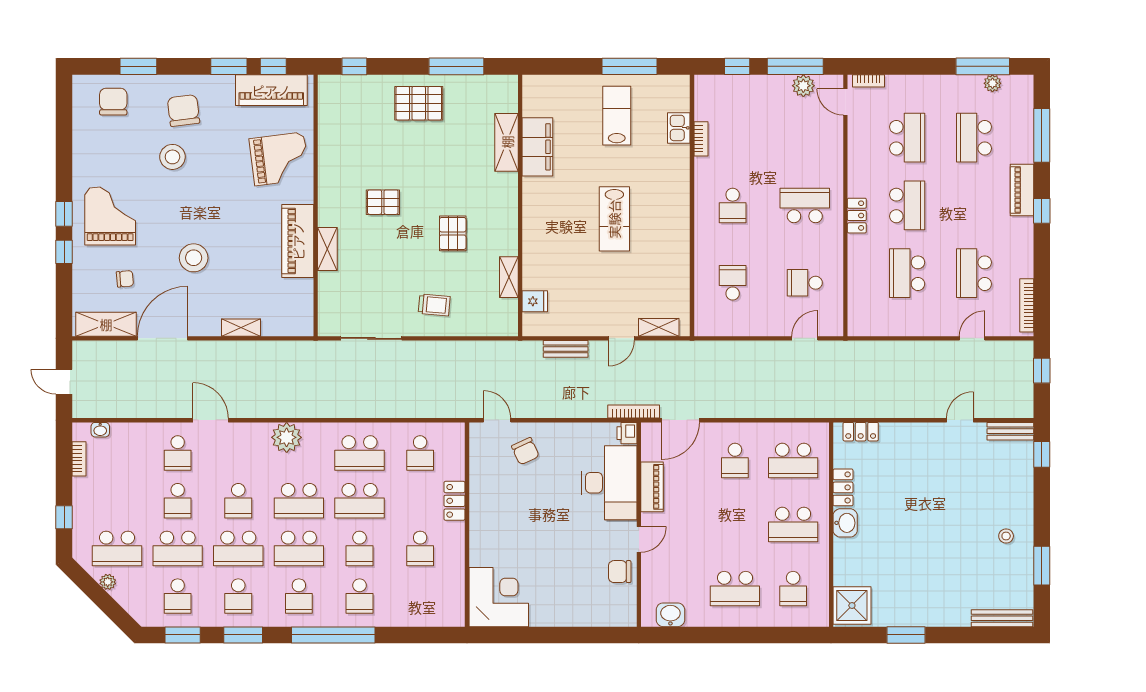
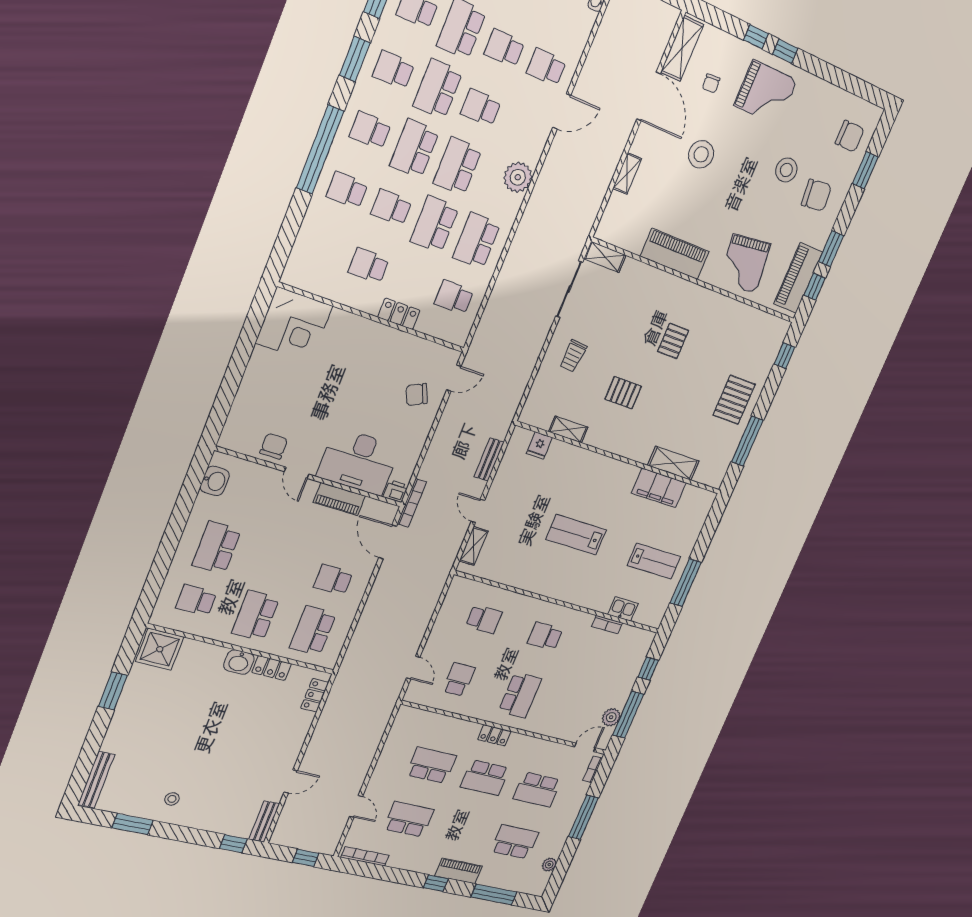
window: (983, 66) -> (583, 817), moved
shelving: (327, 249) -> (605, 257), moved
door: (960, 420) -> (291, 782), hinge flipped

